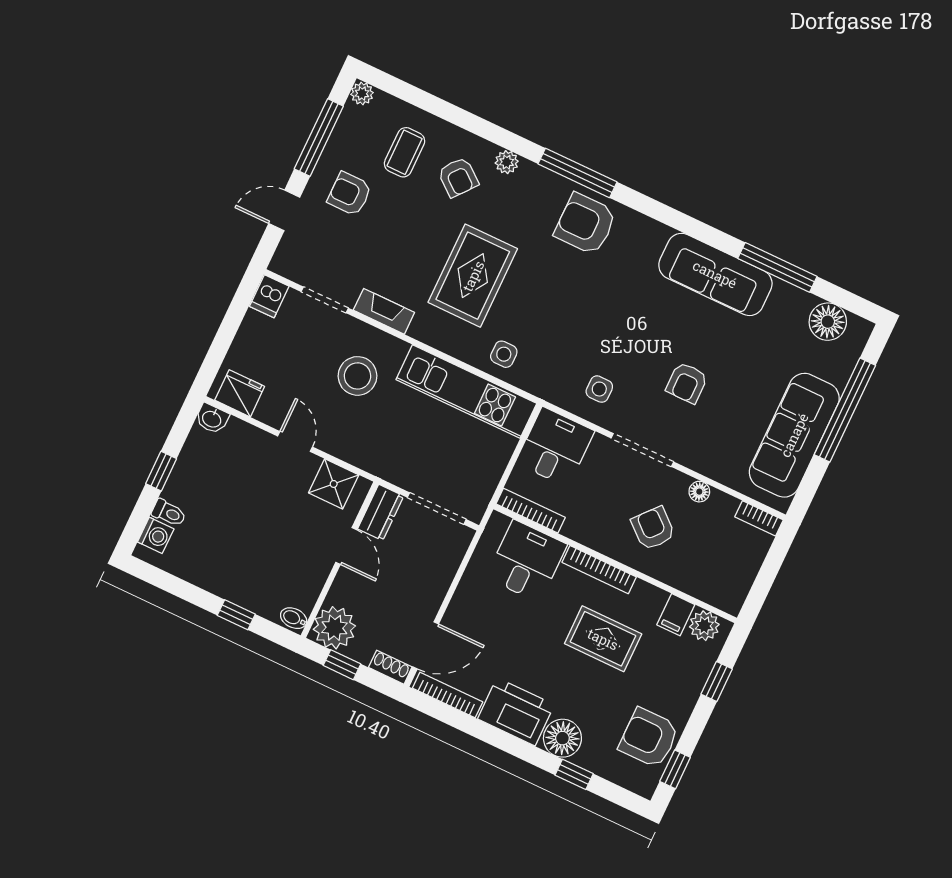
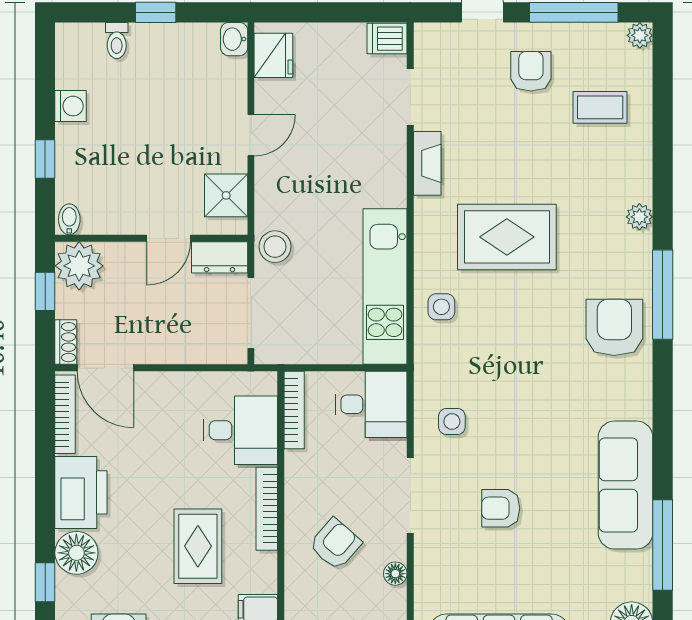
armchair: (458, 177) -> (601, 174), removed
stool: (358, 376) -> (275, 247), moved, width x0.73, depth x0.73
washing machine: (156, 535) -> (71, 106), moved, turned -90

